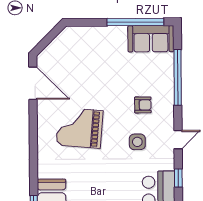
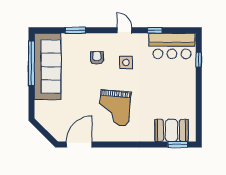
sofa: (151, 39) -> (48, 67), width x1.85, depth x1.27
window: (178, 77) -> (75, 30), width x0.47

